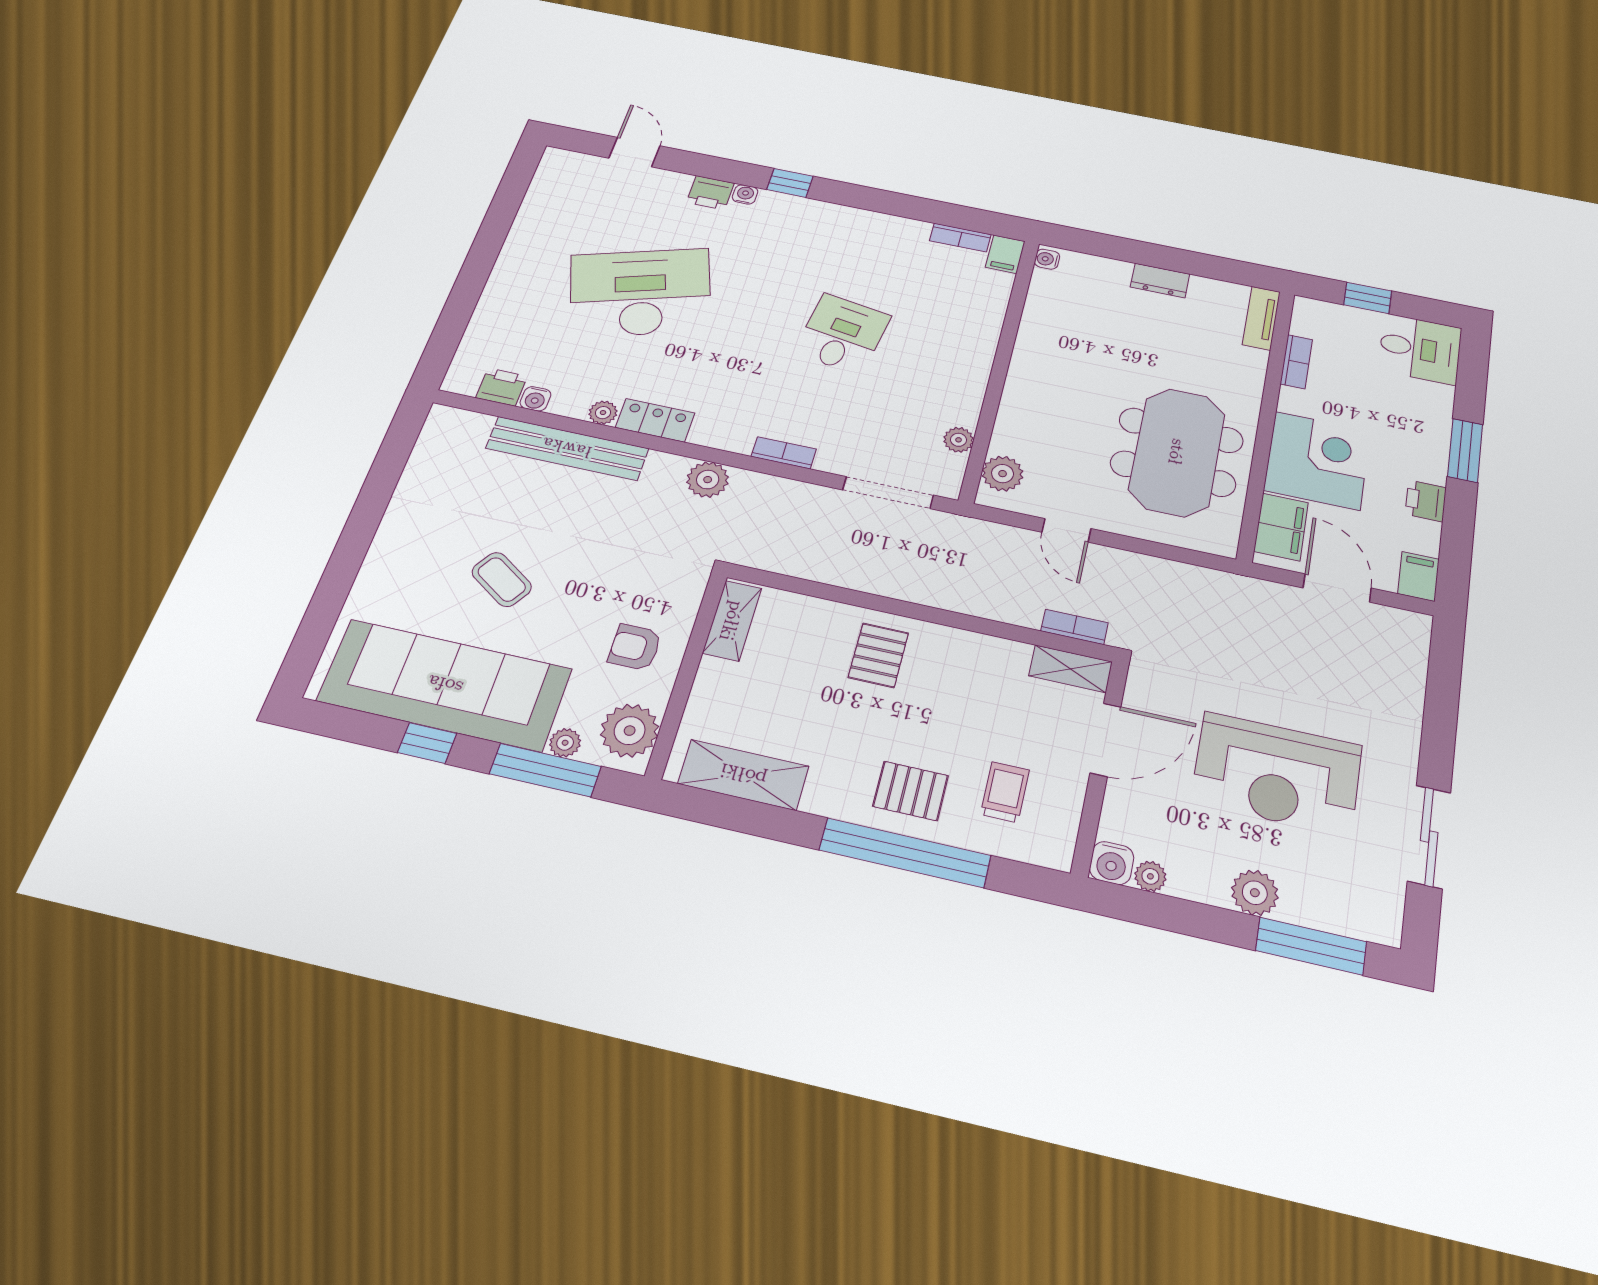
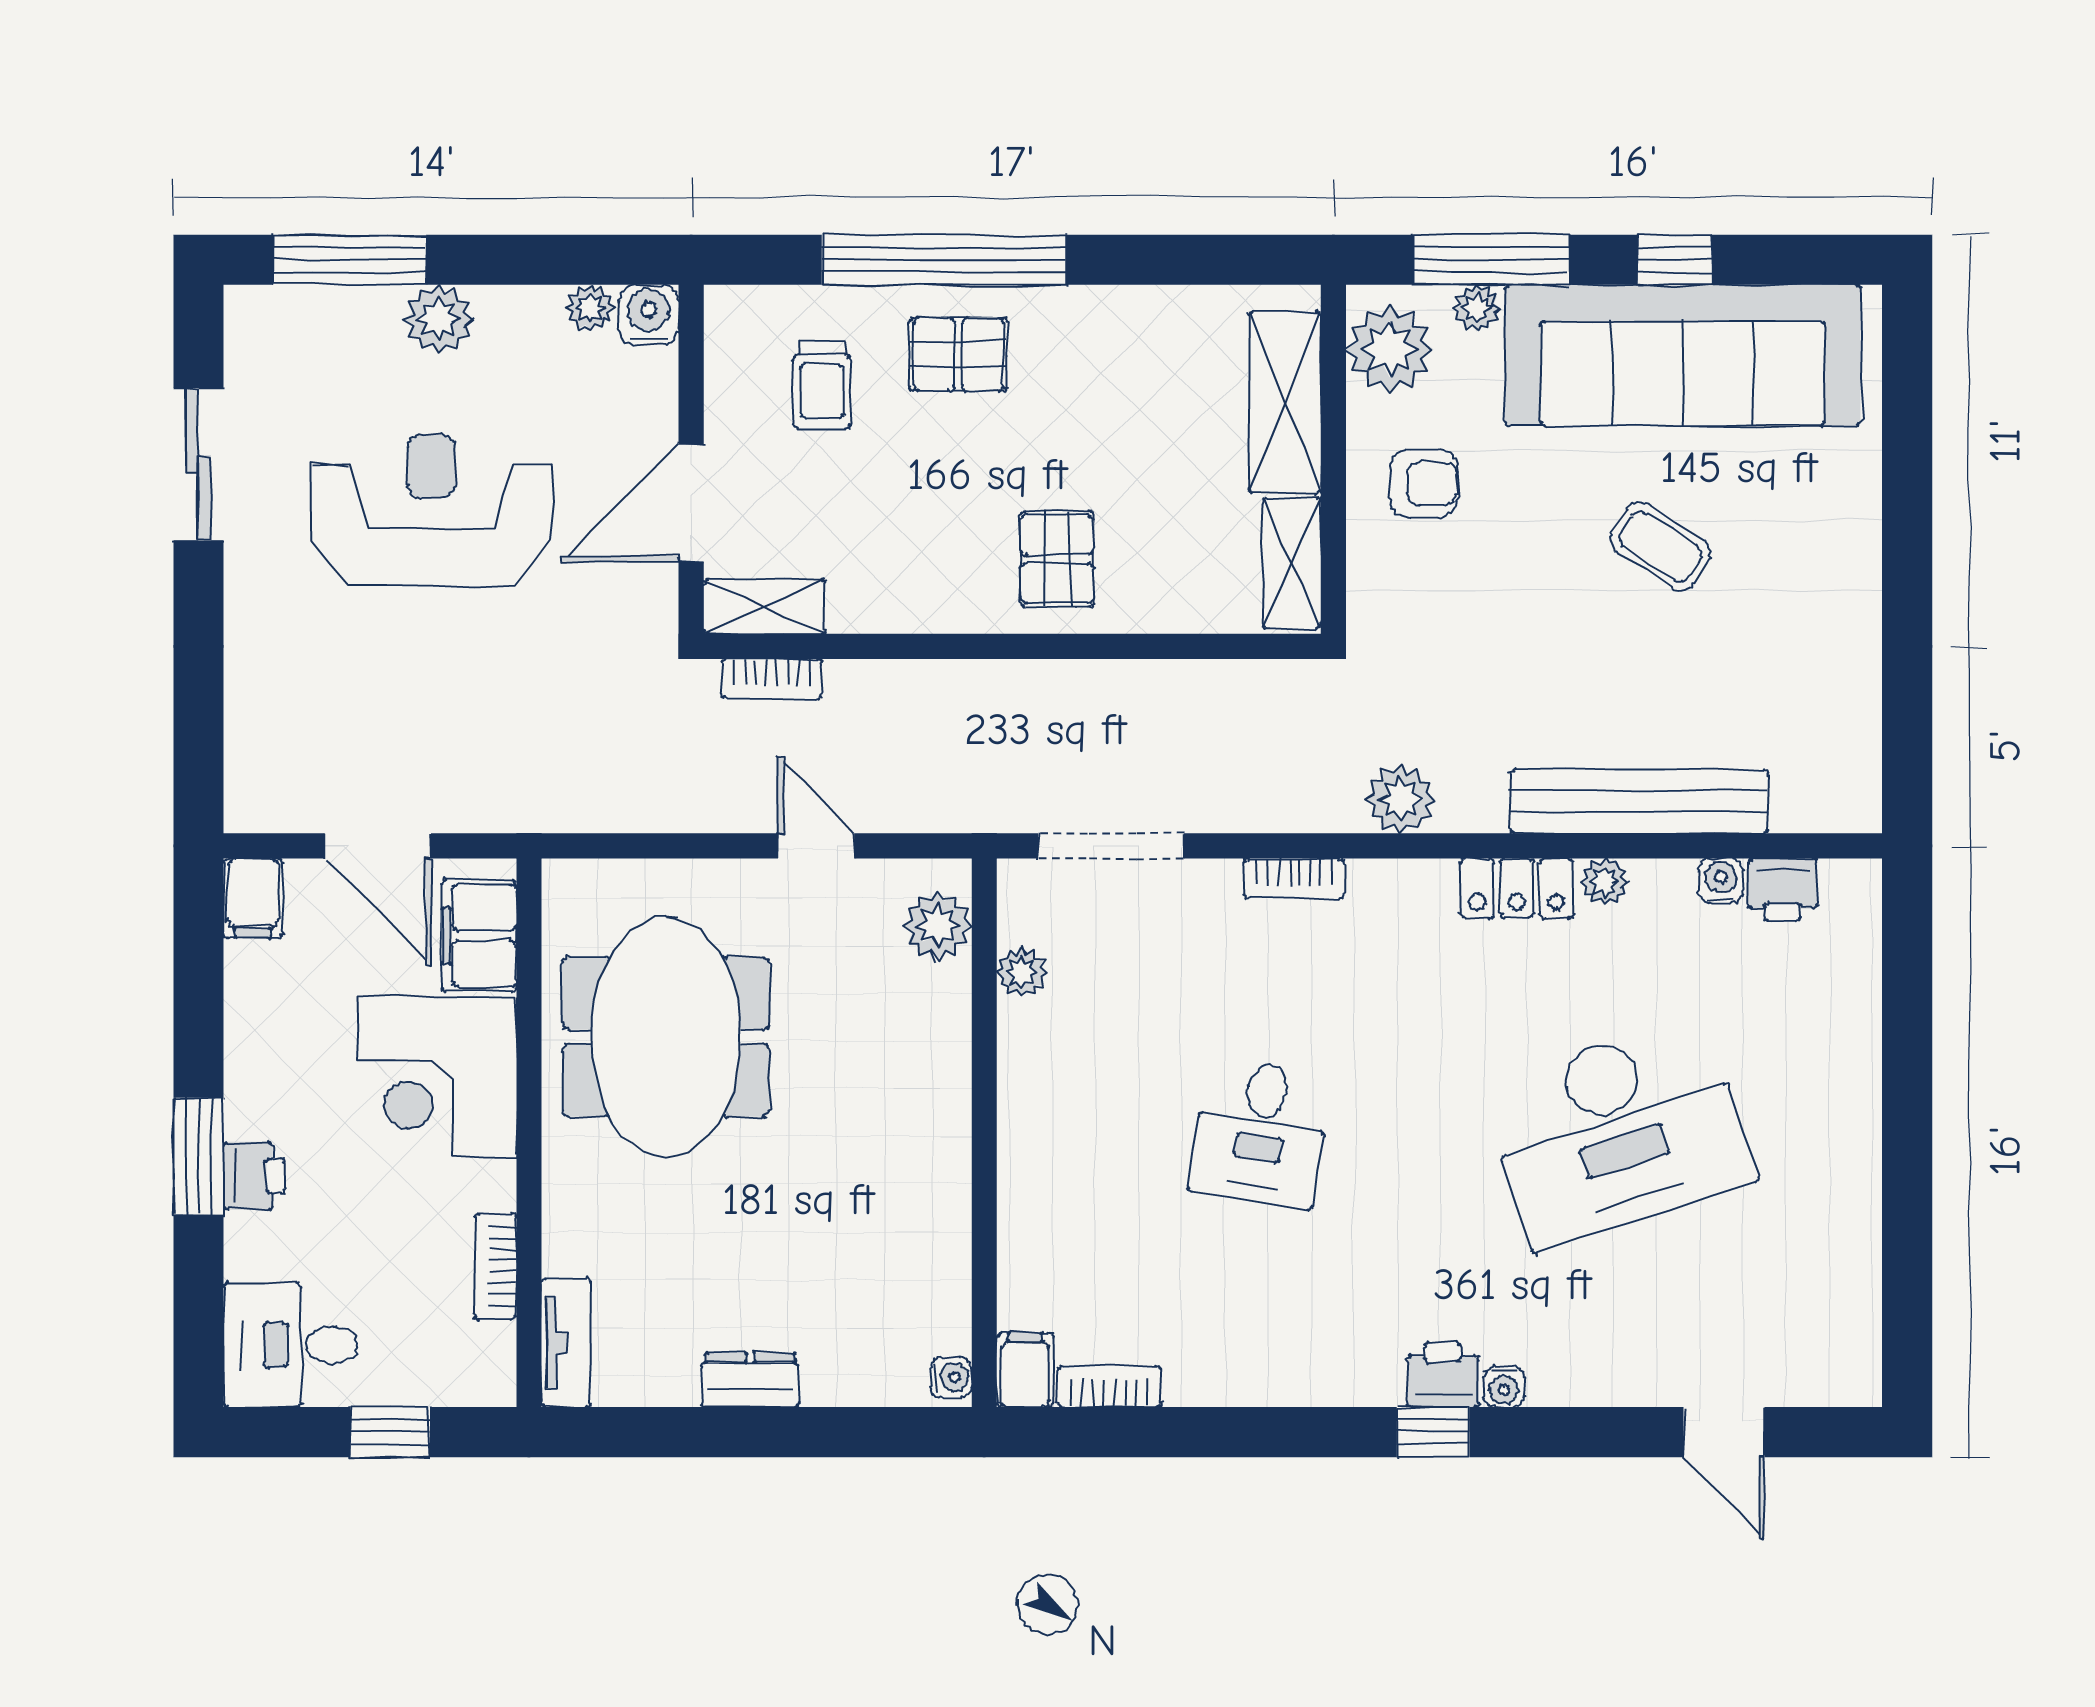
printer: (710, 193) -> (1443, 1375), moved
printer: (1426, 501) -> (254, 1176), moved
shelving: (743, 775) -> (1285, 402), moved, turned 90

